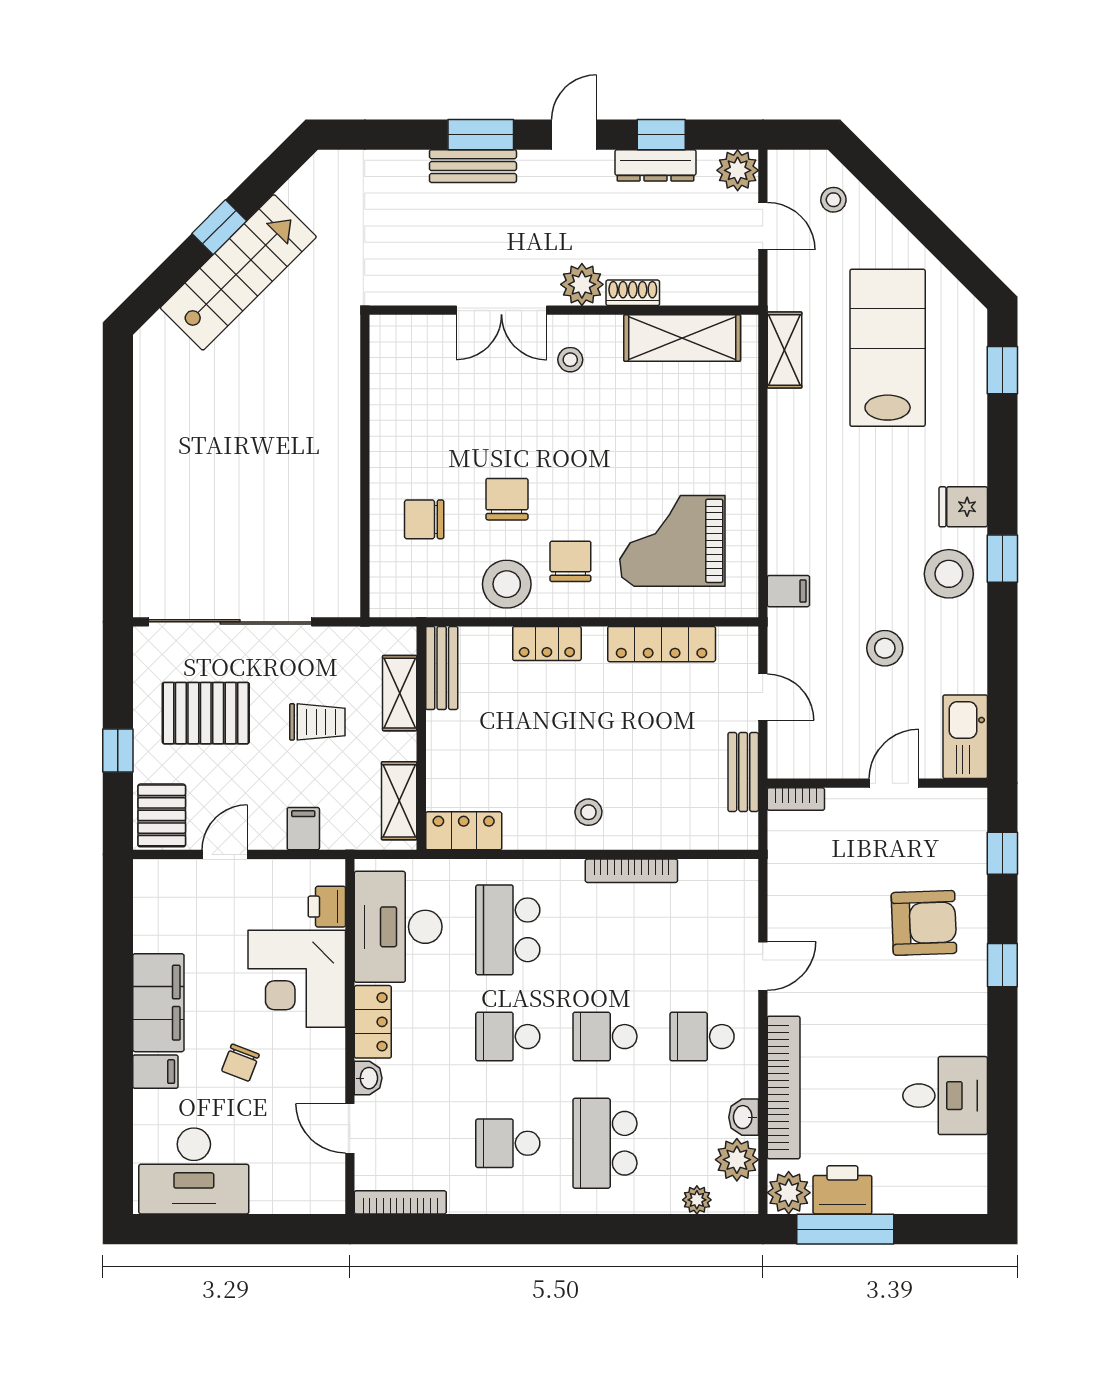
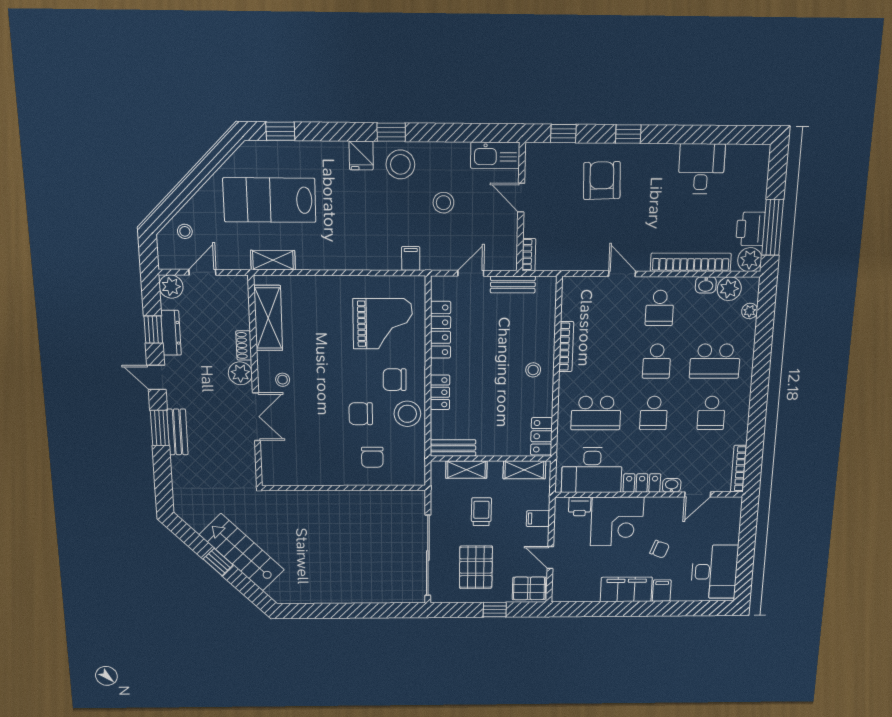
grand piano: (672, 541) -> (383, 324), turned -90

